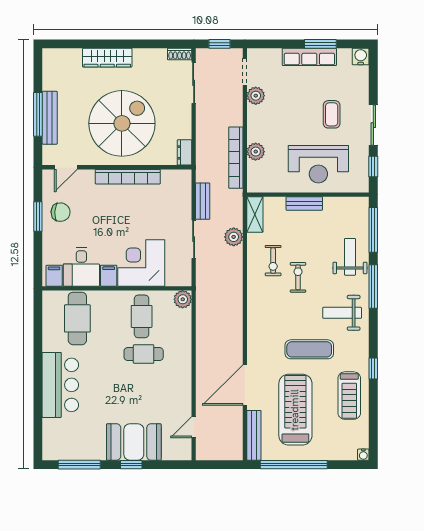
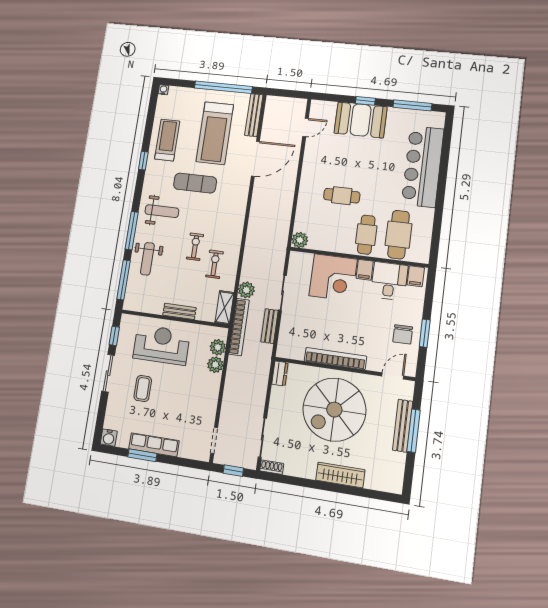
plant: (256, 96) -> (218, 347), moved
bookcase: (236, 158) -> (239, 327), moved
chair: (61, 212) -> (403, 334), turned -93
exercise bike: (298, 277) -> (195, 247), turned 180
cafe table: (142, 316) -> (366, 235), moved
bar counter: (60, 385) -> (423, 166), width x1.36

